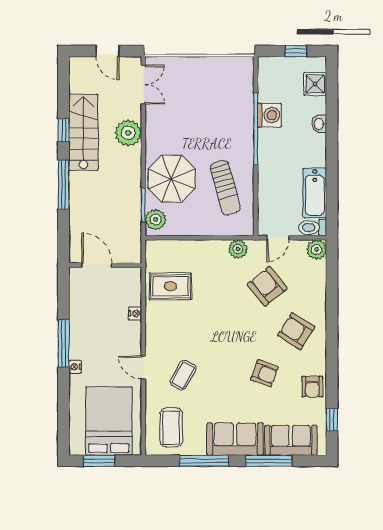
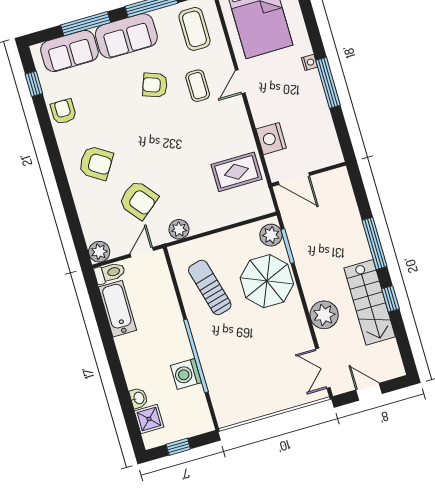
washbasin: (319, 124) -> (139, 398), moved
door: (97, 265) -> (294, 179), moved
nightstand: (135, 313) -> (271, 139), width x1.89, depth x1.79
door: (143, 367) -> (240, 82), swing flipped
armchair: (264, 373) -> (155, 85), moved
coffee table: (183, 375) -> (198, 86), turned -30

